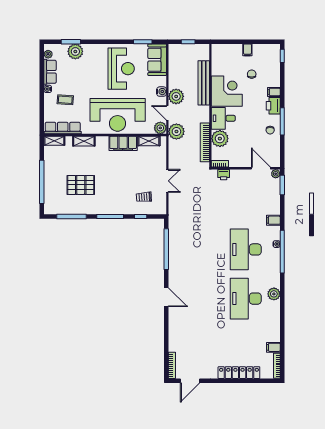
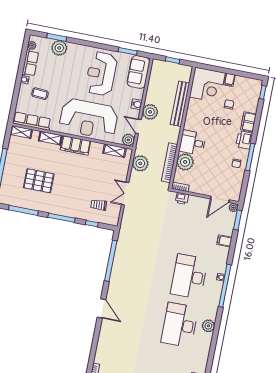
reception desk: (121, 69) -> (101, 74), turned 180
corner desk: (227, 91) -> (207, 85), moved, turned 90
filing cabinet: (274, 92) -> (248, 122), width x2.00
plant: (176, 131) -> (140, 163), moved
filing cabinet: (123, 143) -> (75, 145), moved
door: (261, 168) -> (220, 199), swing flipped
double door: (167, 181) -> (125, 194), swing flipped
filing cabinet: (273, 220) -> (224, 241), moved

